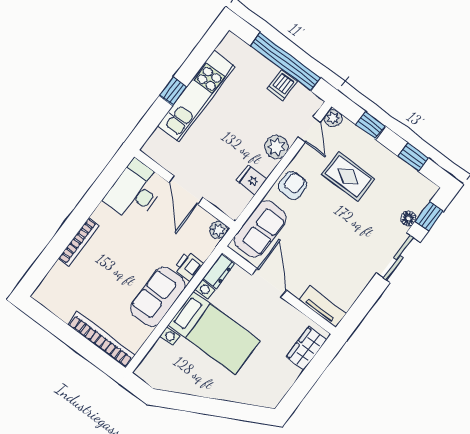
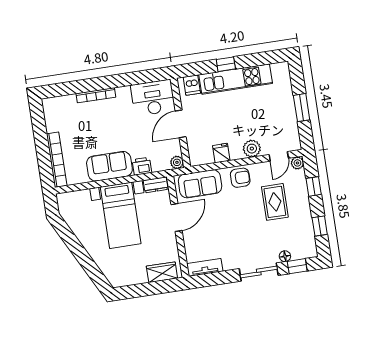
window: (285, 62) -> (302, 108), width x0.47
dishwasher: (282, 85) -> (192, 85), moved, turned -90
tv unit: (323, 307) -> (205, 267), moved, turned -90

